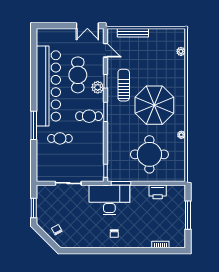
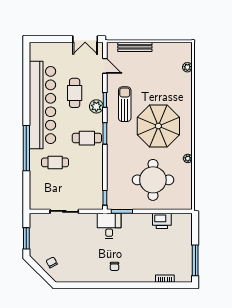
cafe table: (78, 75) -> (75, 93), width x0.73, depth x0.74
window: (34, 125) -> (26, 148), width x1.46
desk: (109, 200) -> (109, 226), width x0.53, depth x0.77
window: (188, 215) -> (195, 260), moved

